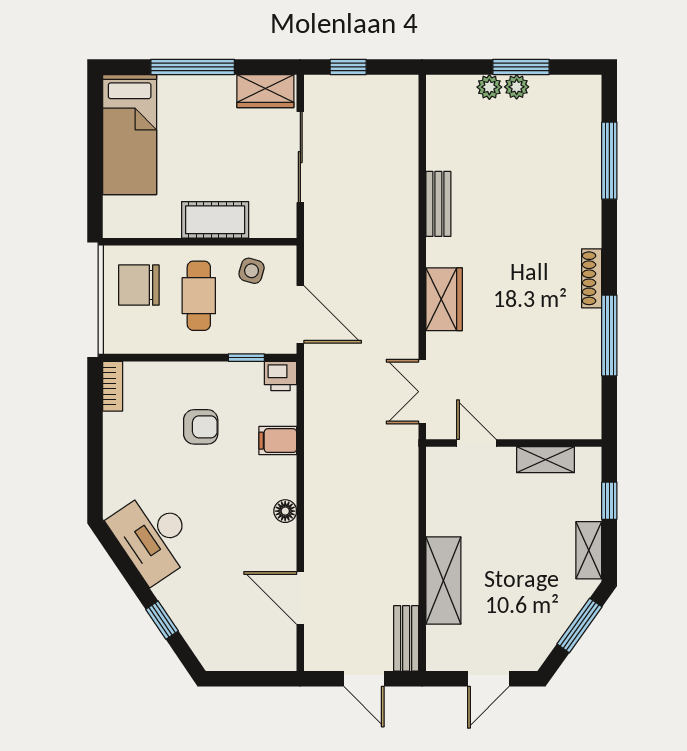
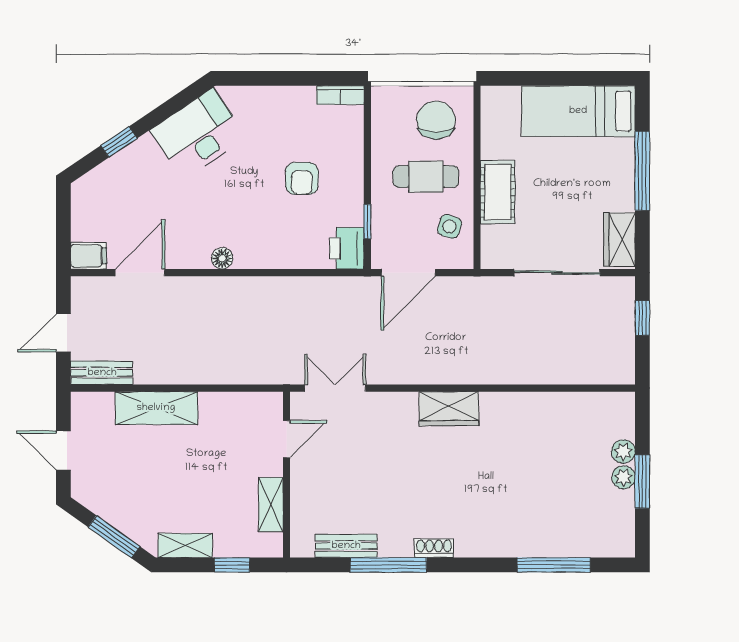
bench: (438, 204) -> (346, 546), moved
shoe rack: (592, 278) -> (434, 548), width x0.70
wardrobe: (444, 299) -> (449, 409), moved
printer: (280, 376) -> (347, 248), width x1.36, depth x1.24
filing cabinet: (278, 441) -> (88, 256), moved, turned 90

